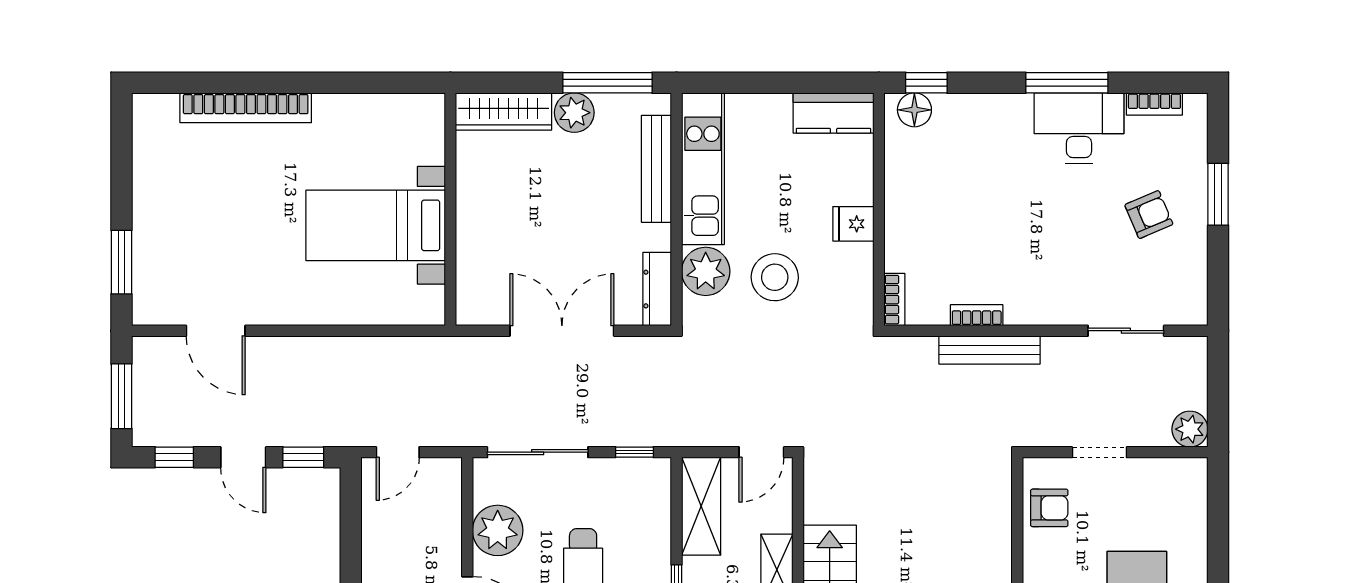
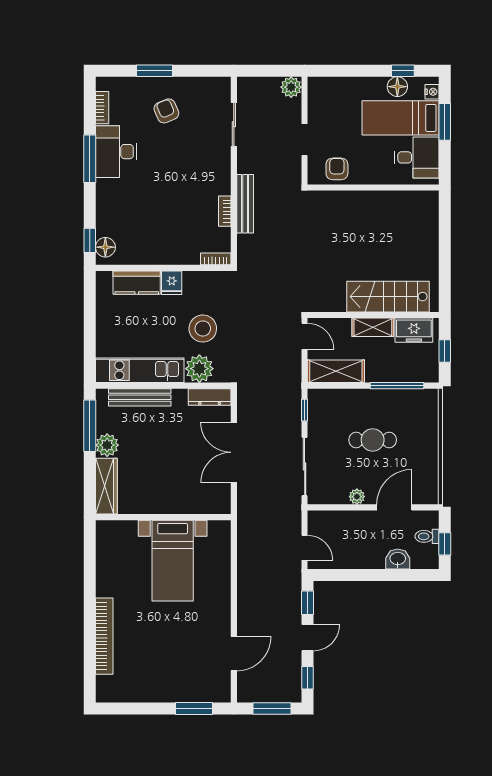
kitchen counter: (834, 113) -> (137, 283), moved, turned 90
plant: (498, 530) -> (357, 497), width x0.53, depth x0.53

